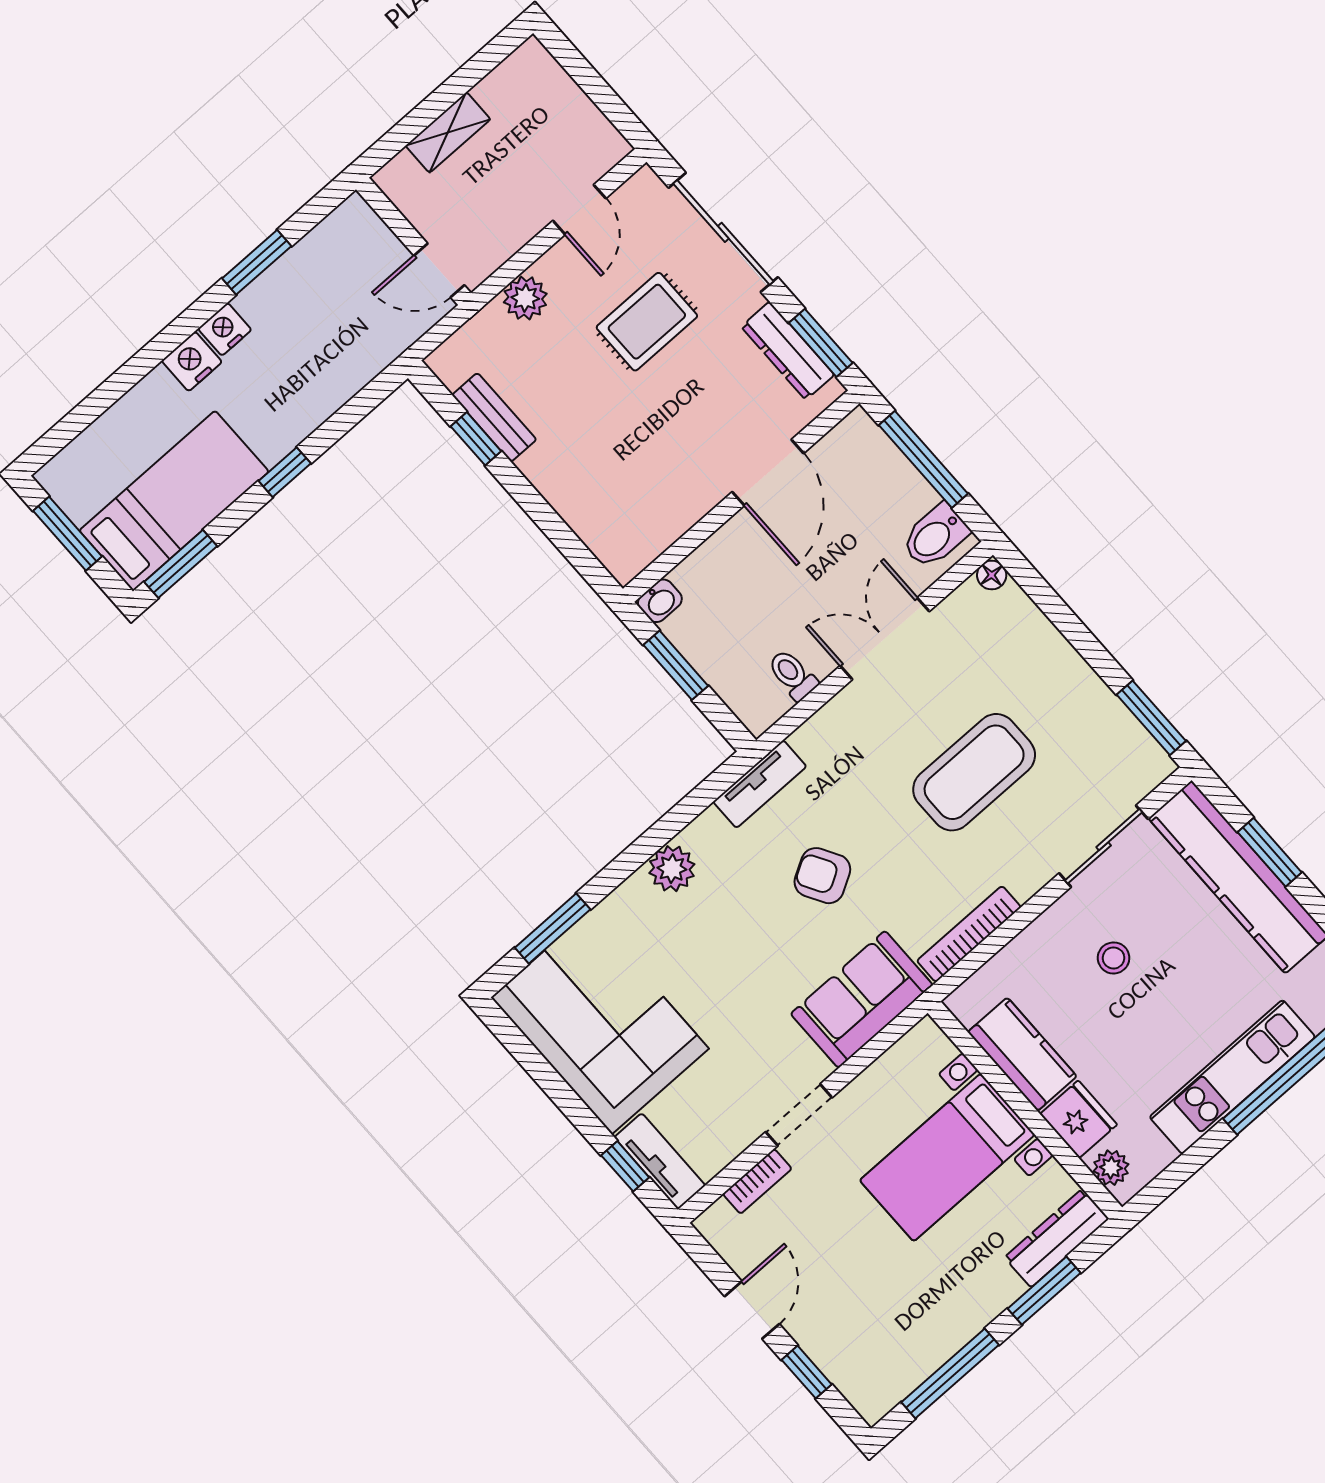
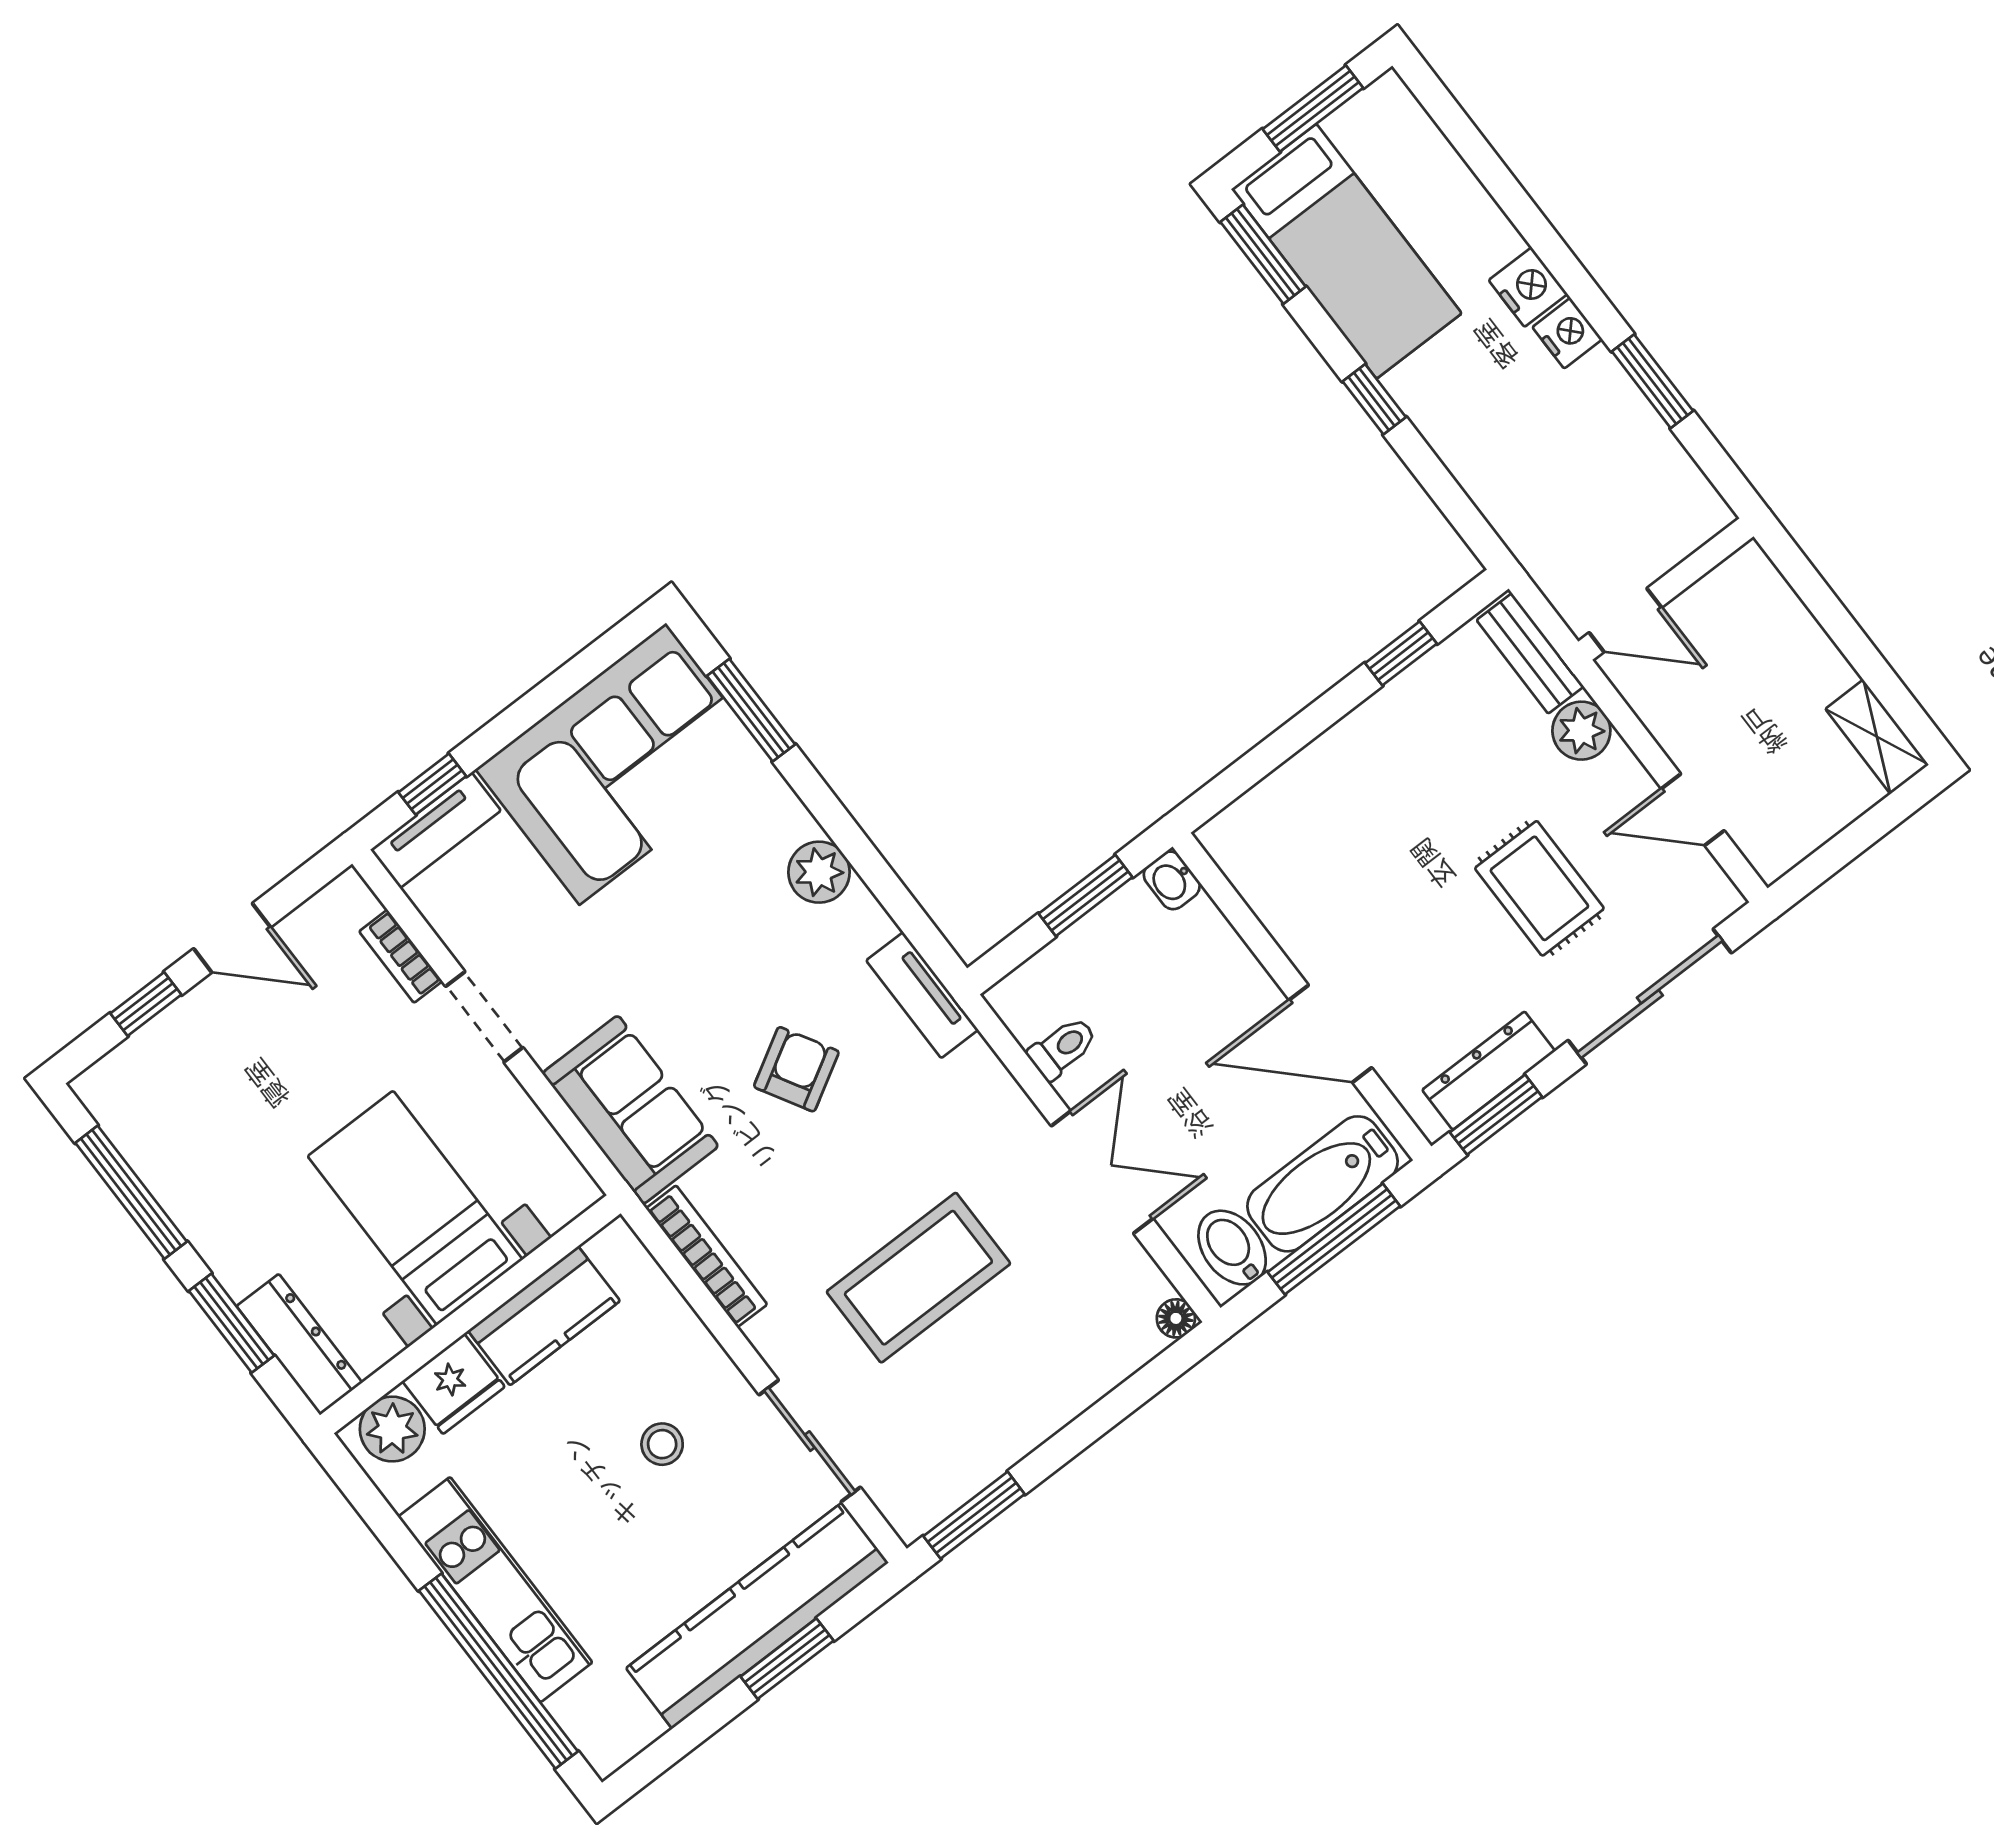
shelving: (448, 132) -> (1877, 737), moved
door: (439, 270) -> (1625, 620), swing flipped
bench: (494, 417) -> (1530, 653), moved, turned 90
bathtub: (882, 471) -> (1323, 1184), added
coffee table: (974, 772) -> (918, 1278), turned 90
plant: (1111, 1168) -> (392, 1429), width x1.38, depth x1.38

